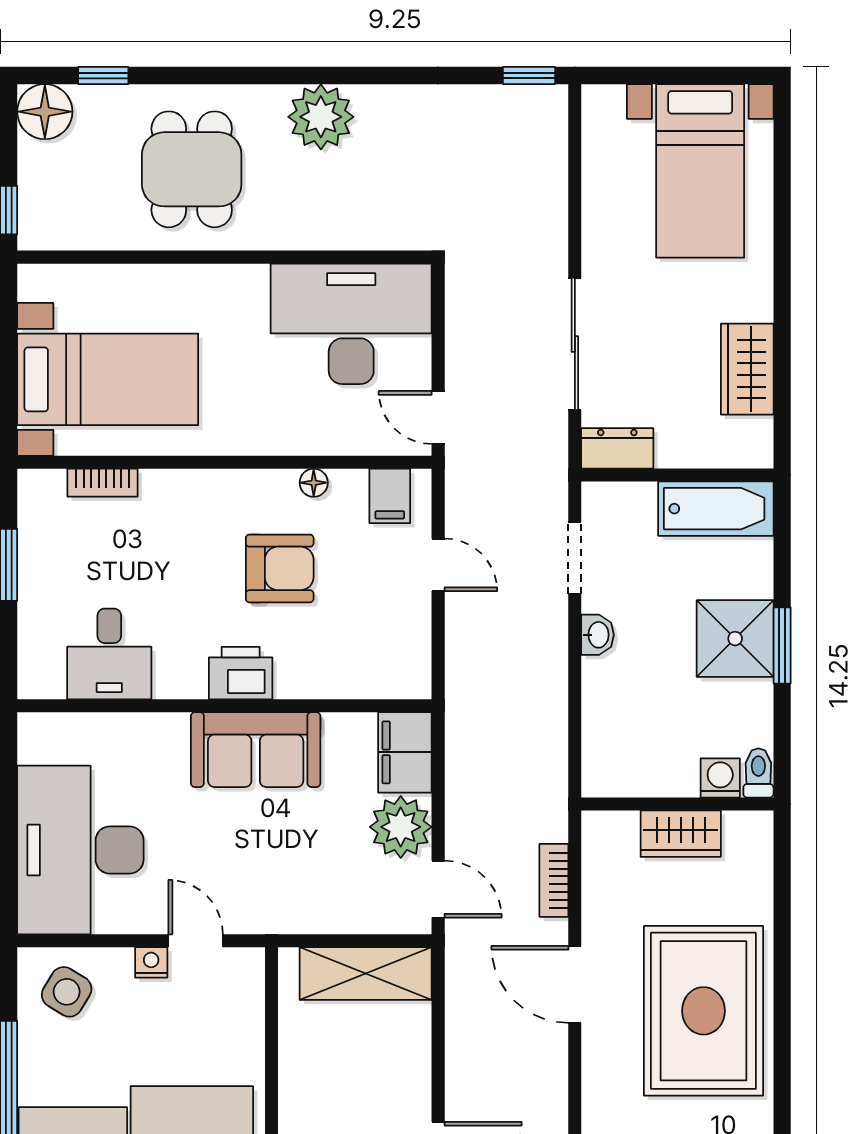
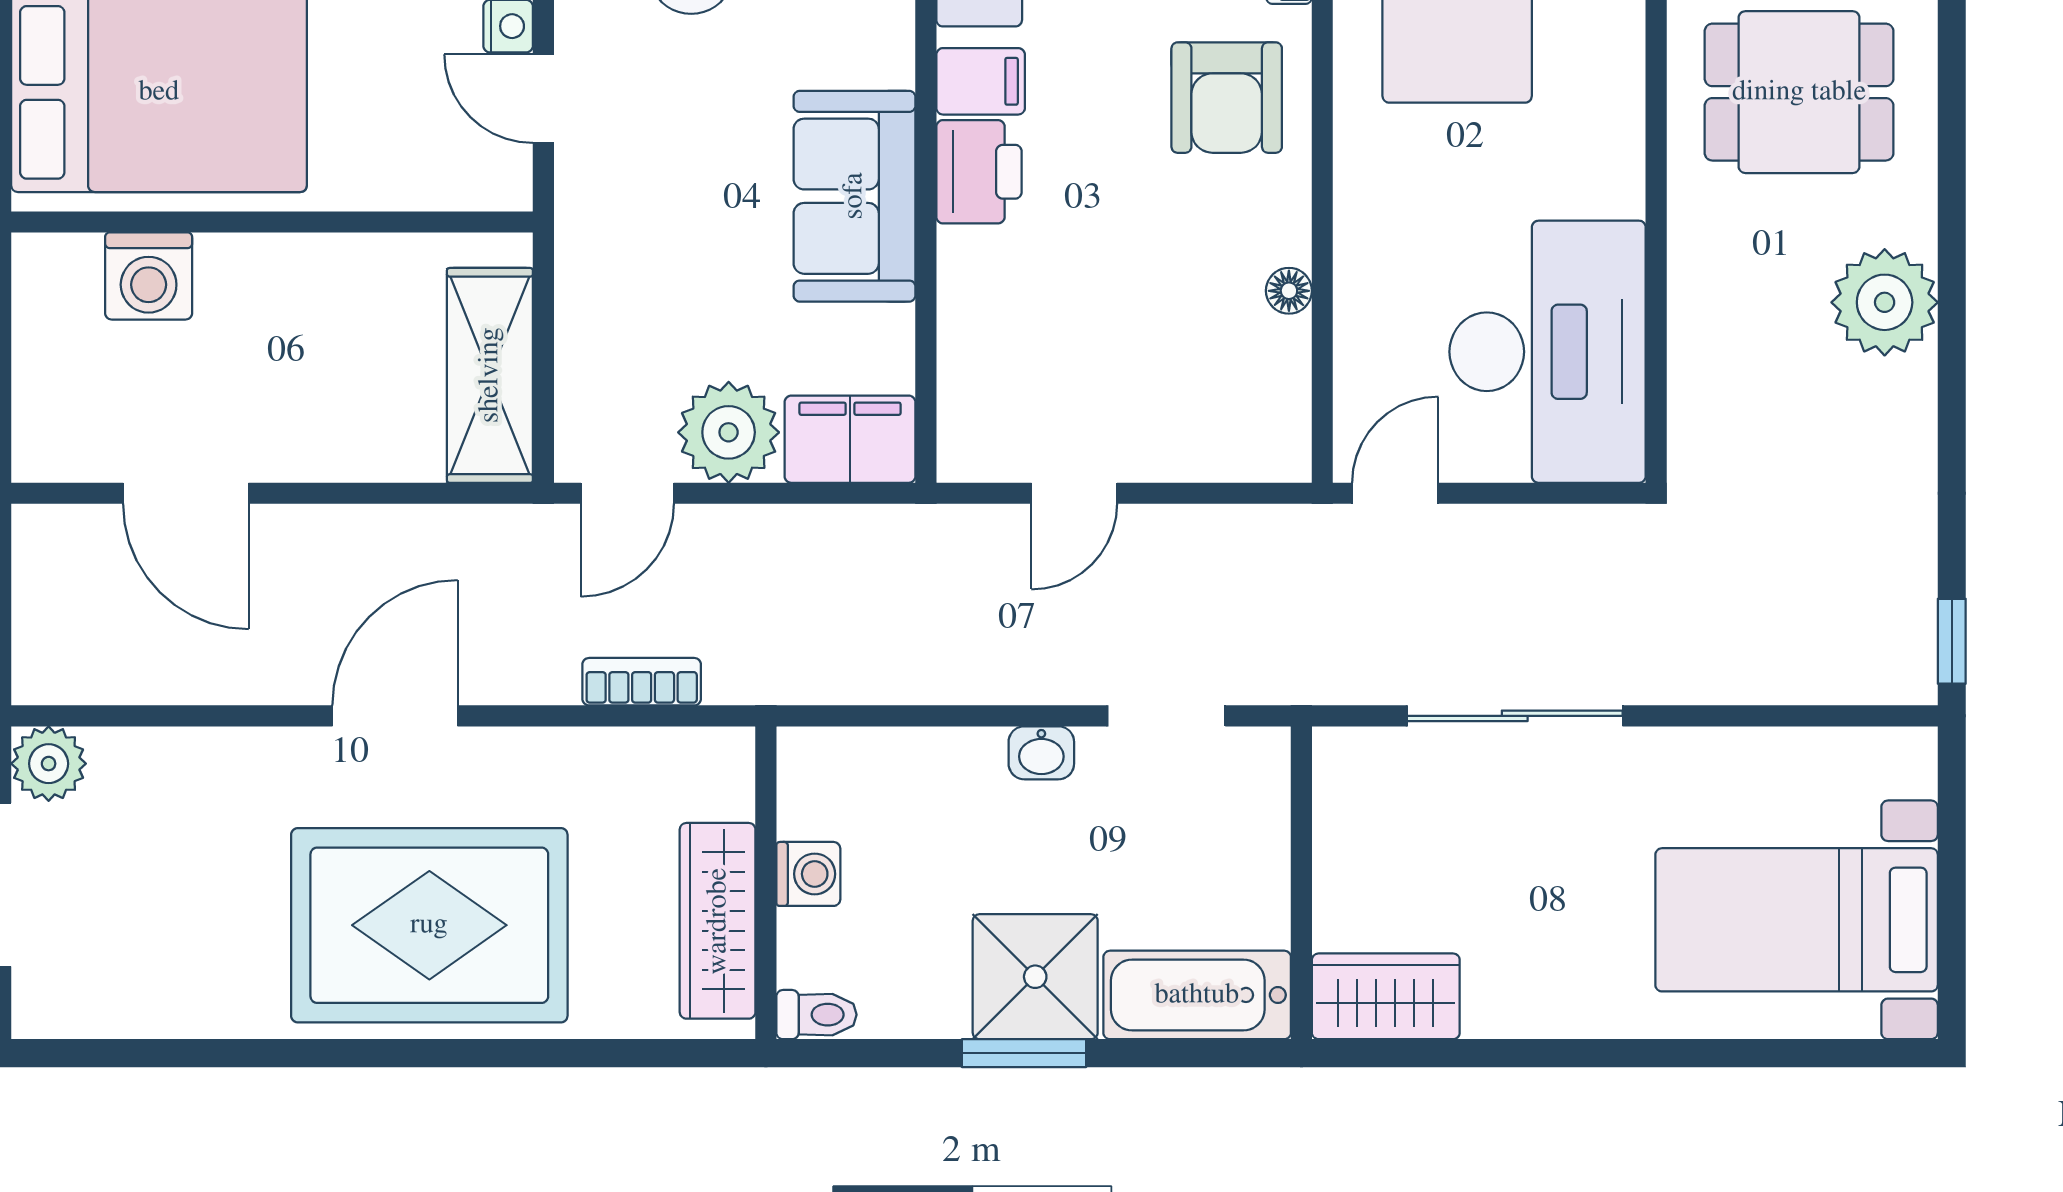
wardrobe: (747, 369) -> (1386, 996), moved
dresser: (617, 448) -> (1345, 785), removed
filing cabinet: (390, 496) -> (981, 81), moved, turned 180
bathtub: (716, 509) -> (1197, 995), moved, turned 90
door: (438, 565) -> (1074, 493), moved
armchair: (280, 568) -> (1227, 98), moved
washing machine: (720, 778) -> (808, 874), moved
wardrobe: (681, 834) -> (718, 921), width x1.50
door: (196, 941) -> (543, 99), swing flipped
door: (575, 984) -> (395, 716), moved

